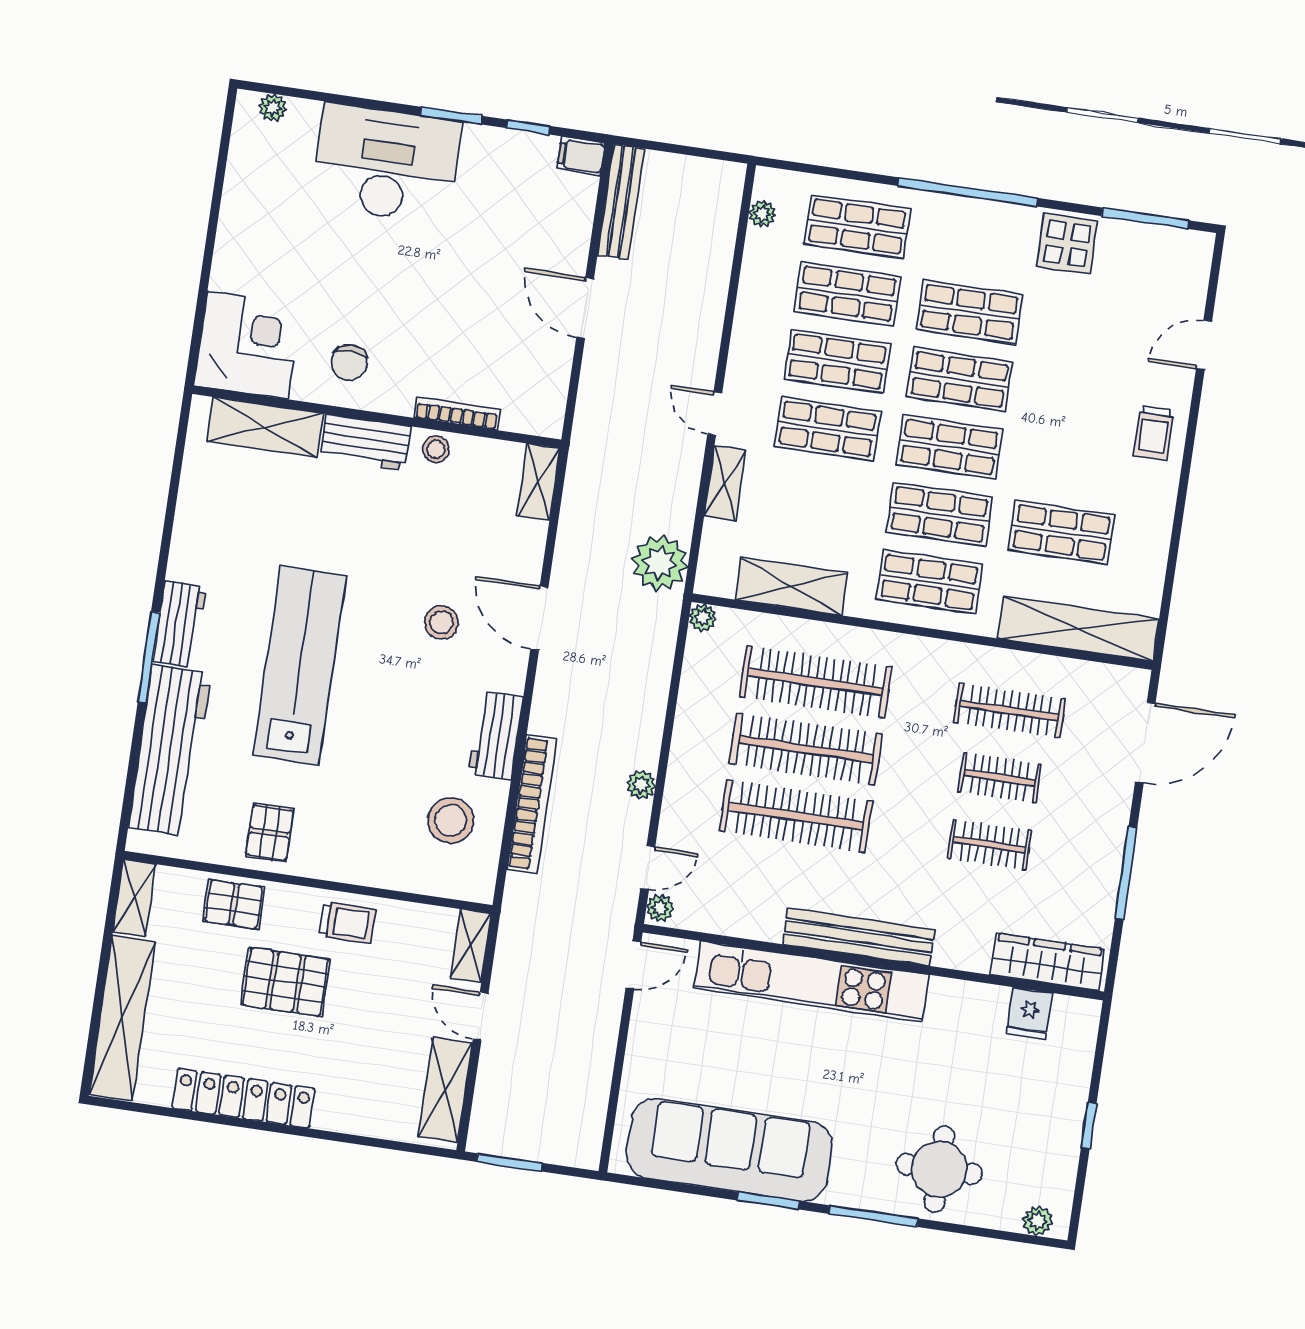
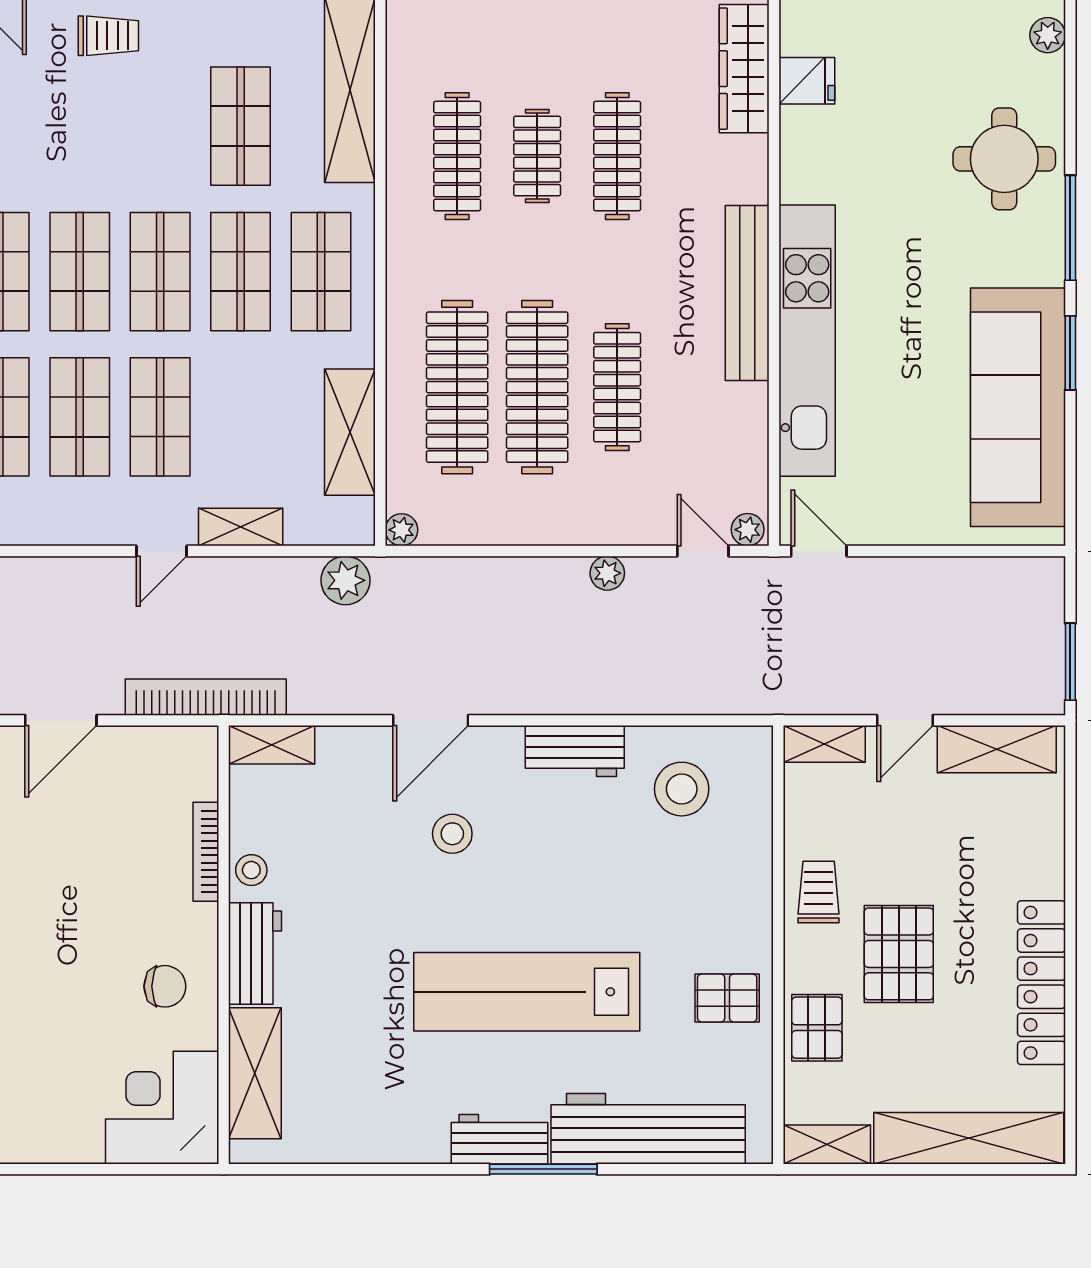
plant: (660, 563) -> (345, 580), width x0.73, depth x0.73
bookcase: (532, 804) -> (206, 697), moved
clothes rail: (796, 816) -> (617, 387), width x0.73, depth x0.76
clothes rail: (990, 845) -> (617, 156), width x1.36

